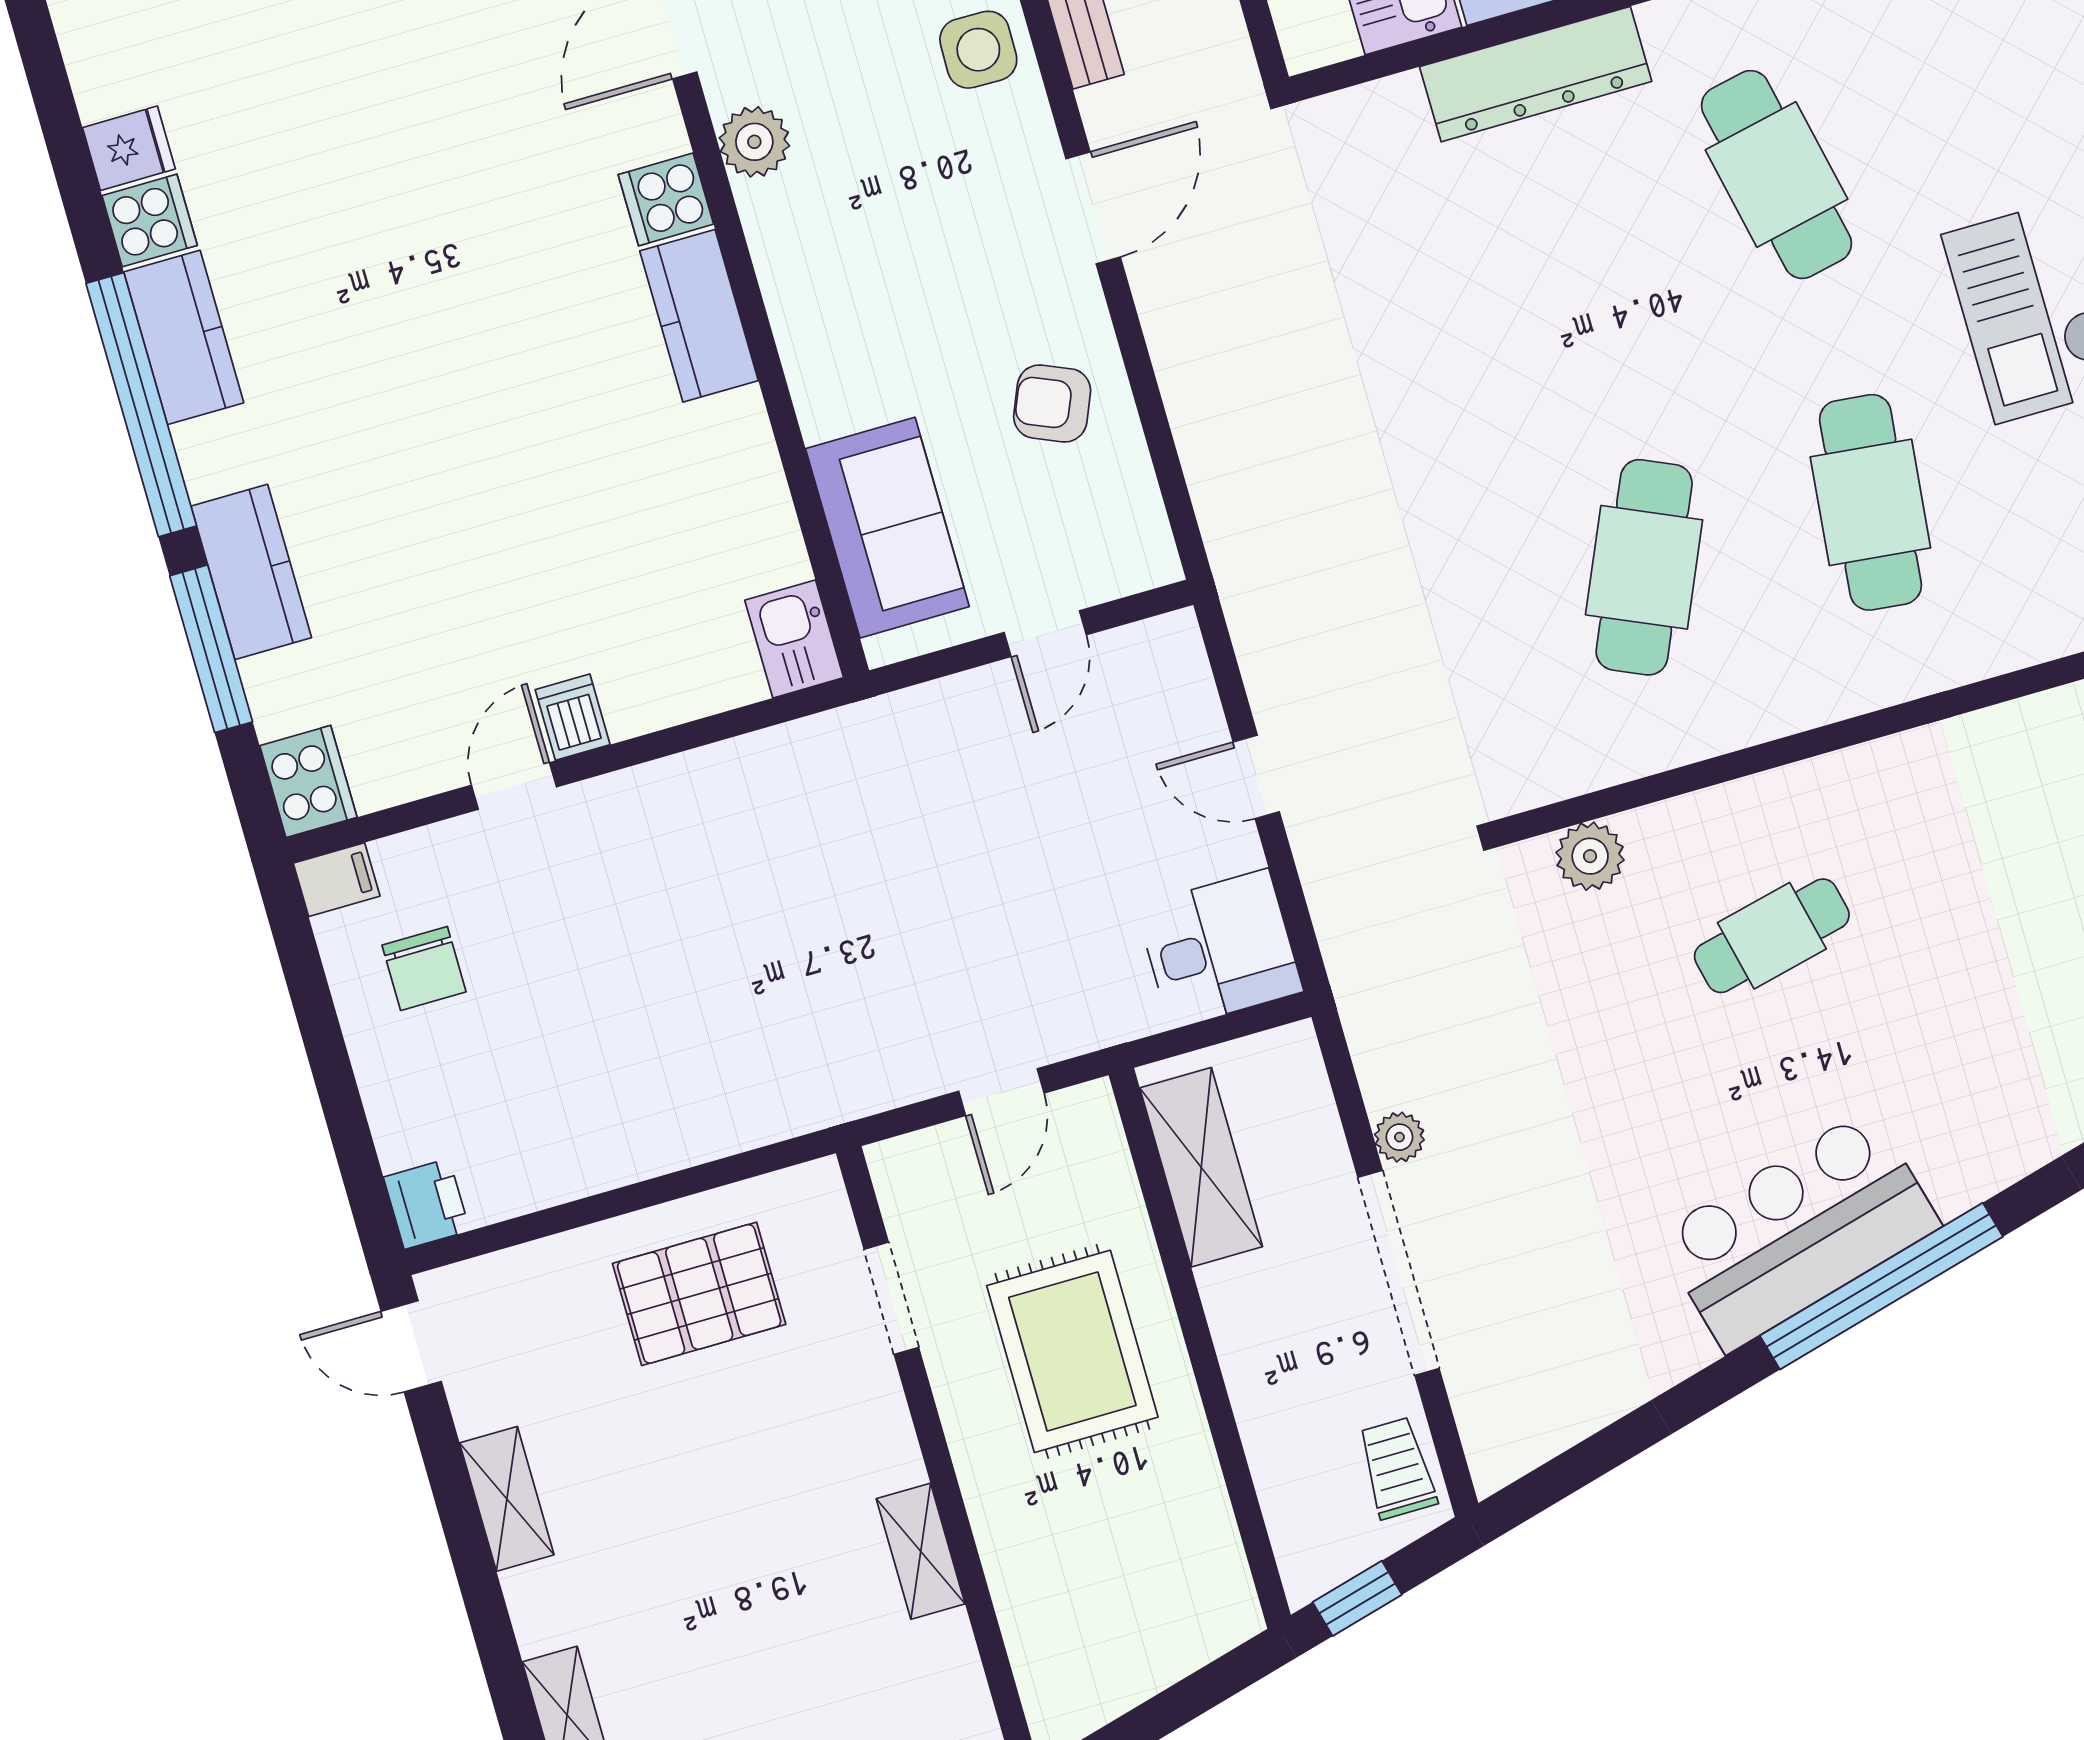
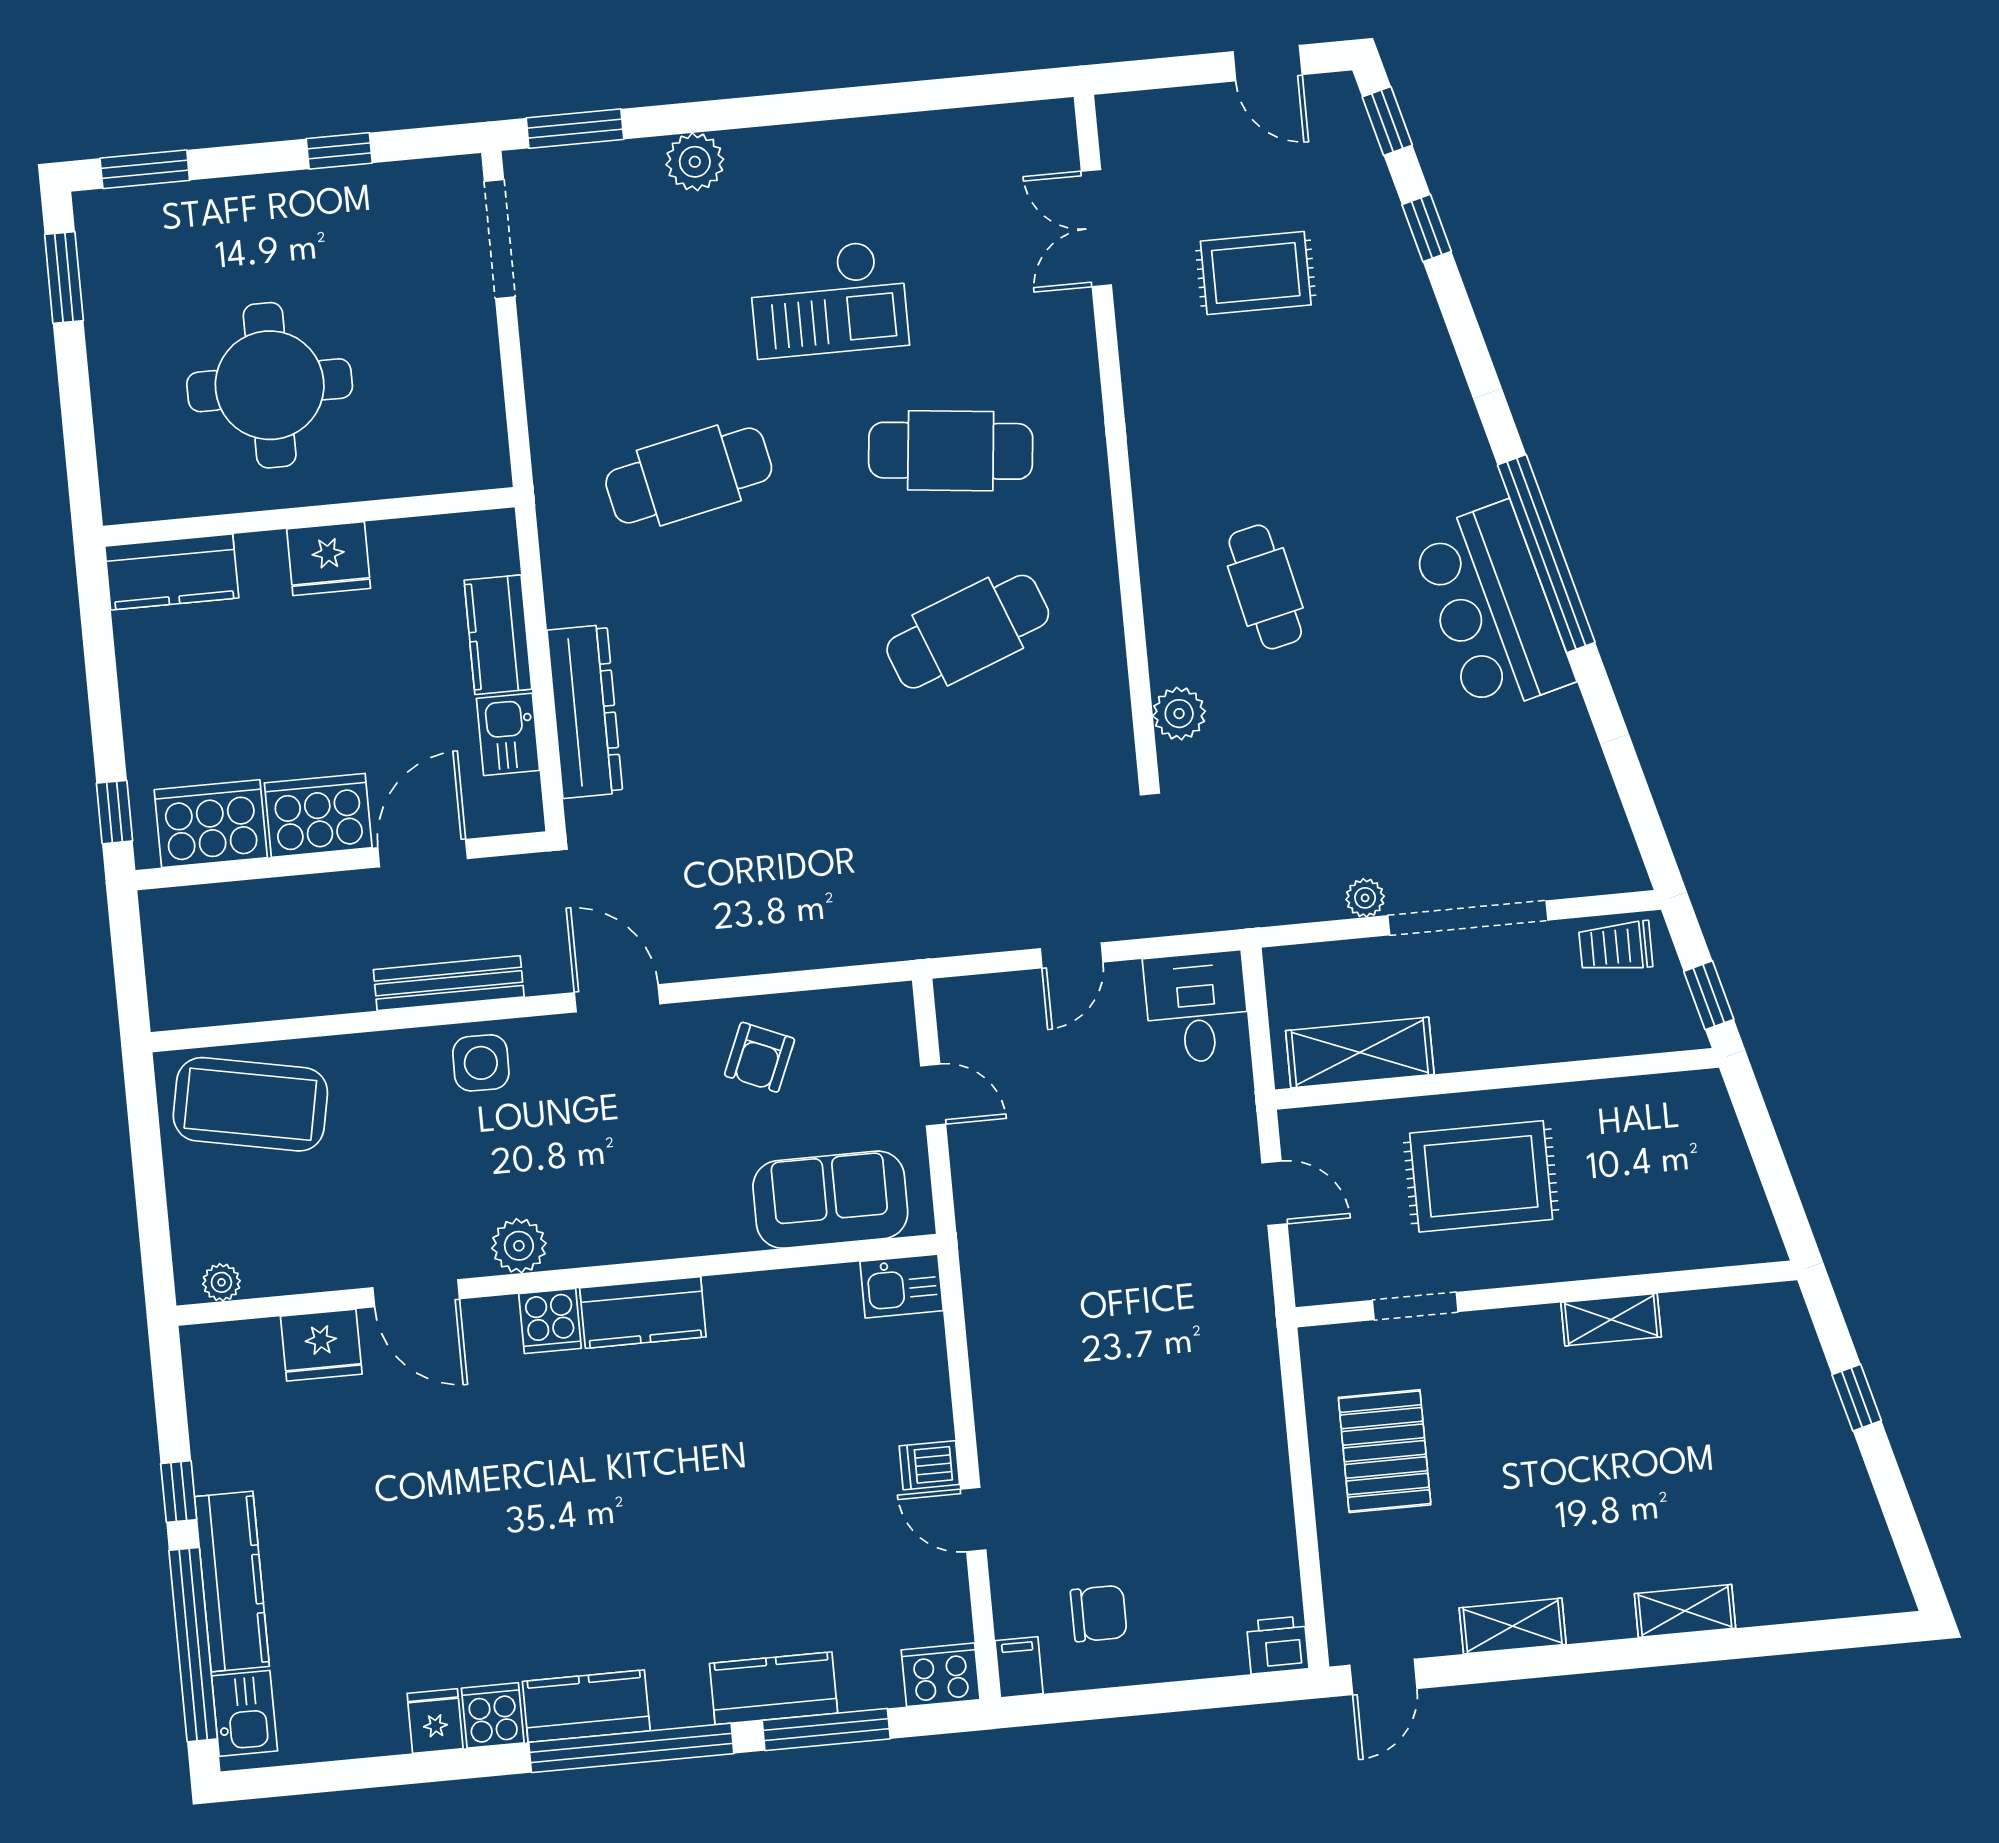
dresser: (1536, 74) -> (585, 711), moved
cafe table: (1644, 567) -> (968, 632), turned -45

